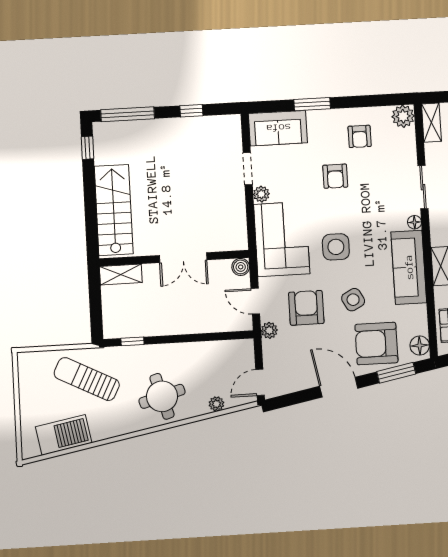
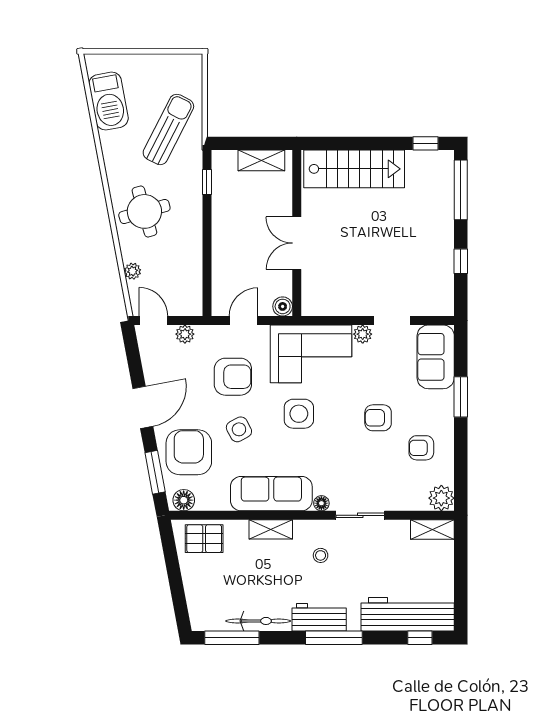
shelving: (121, 274) -> (261, 160), moved, turned 90
plant: (269, 330) -> (185, 334), moved

